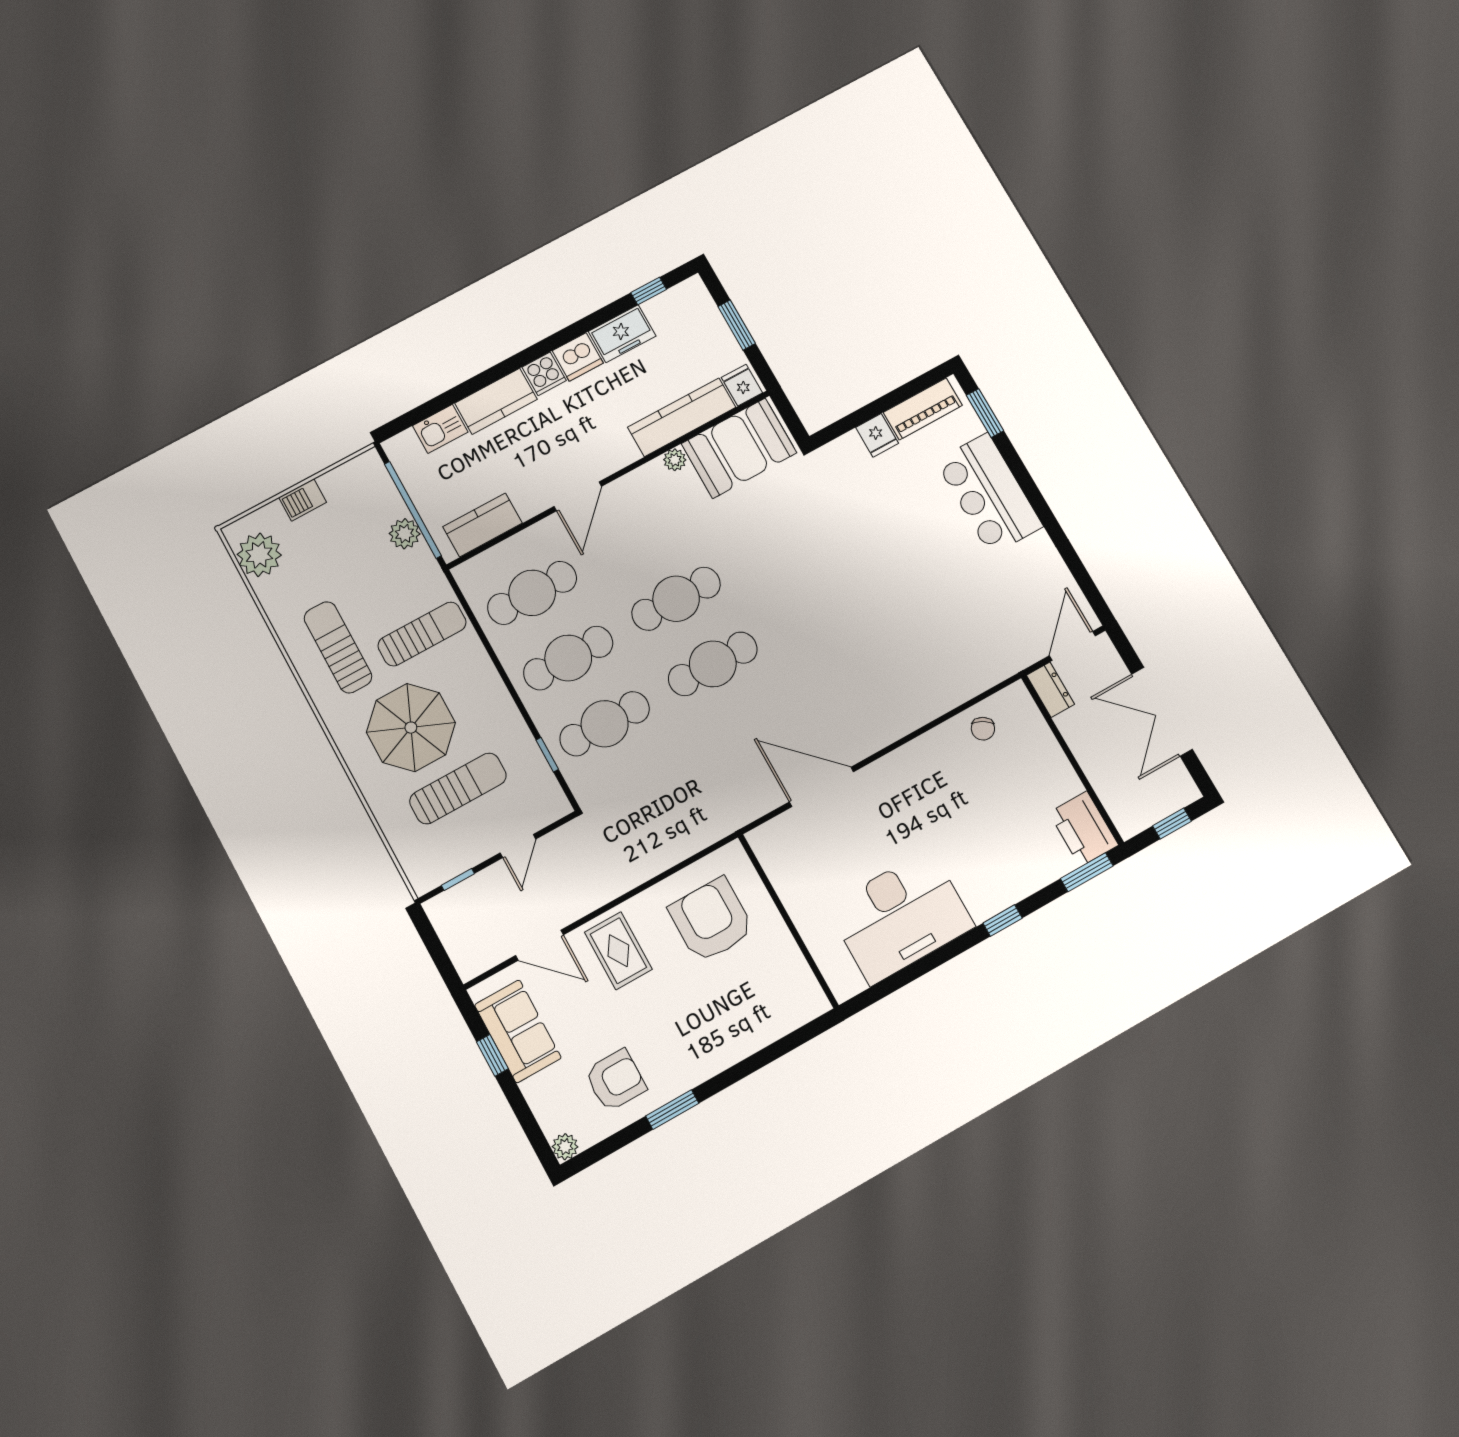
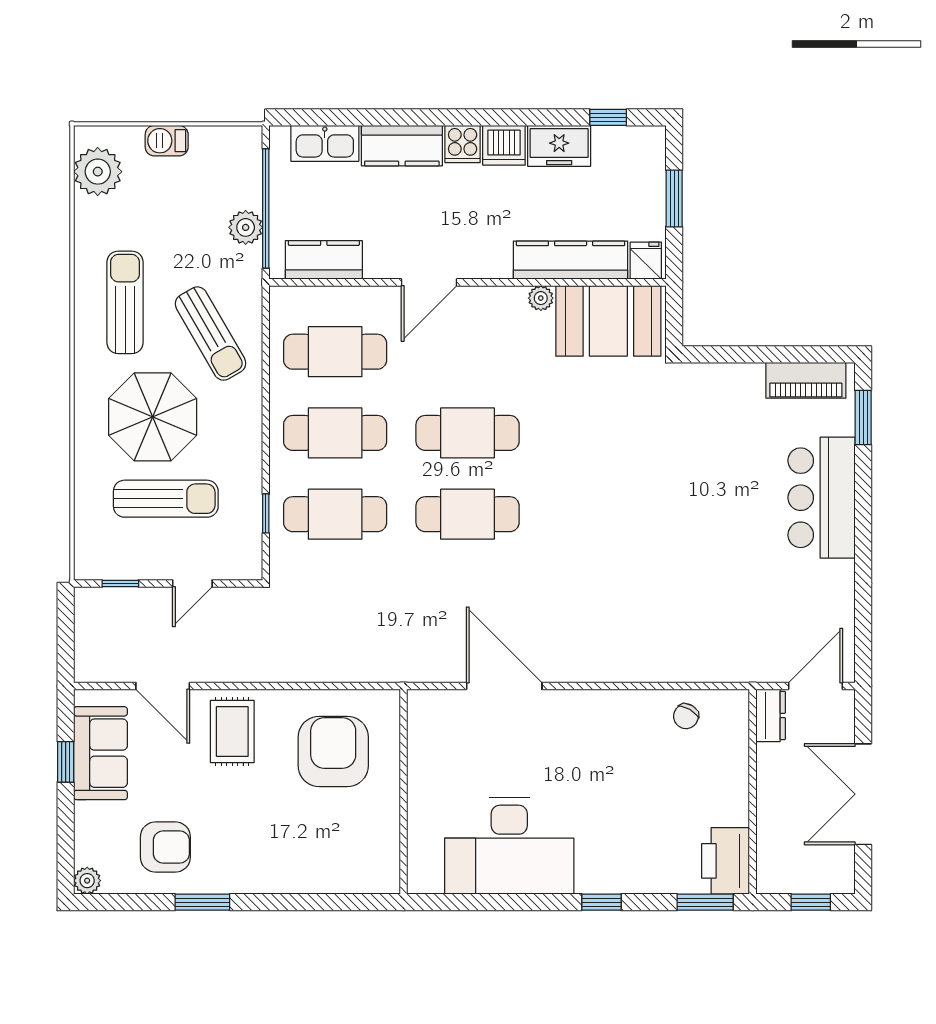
kitchen sink: (440, 429) -> (325, 143), width x1.38
fridge: (877, 435) -> (747, 382), removed
sun lounger: (422, 634) -> (210, 334), turned 60

